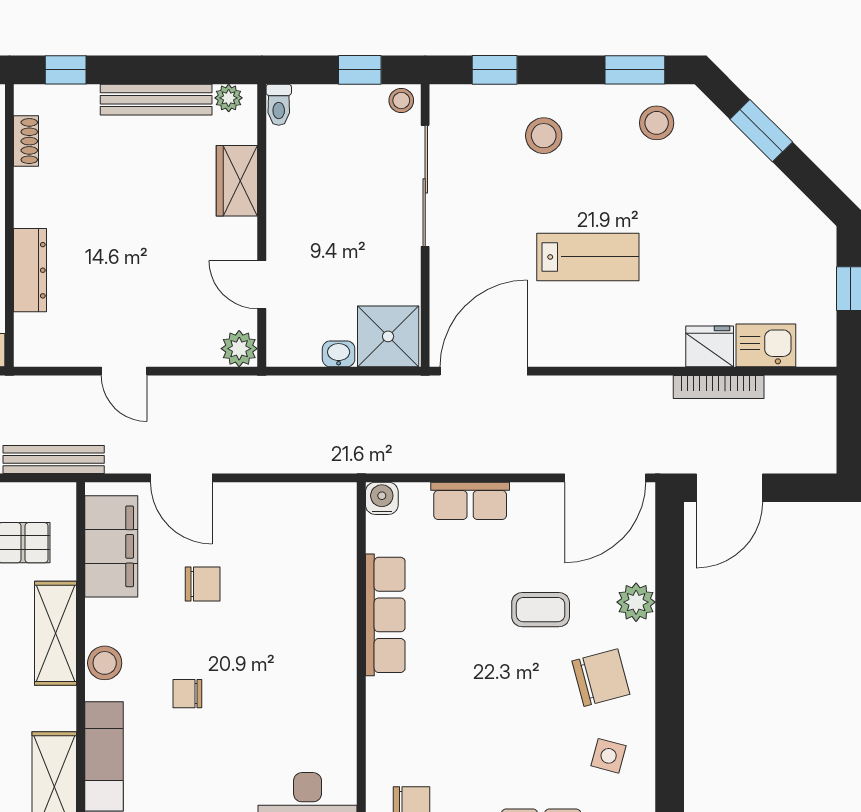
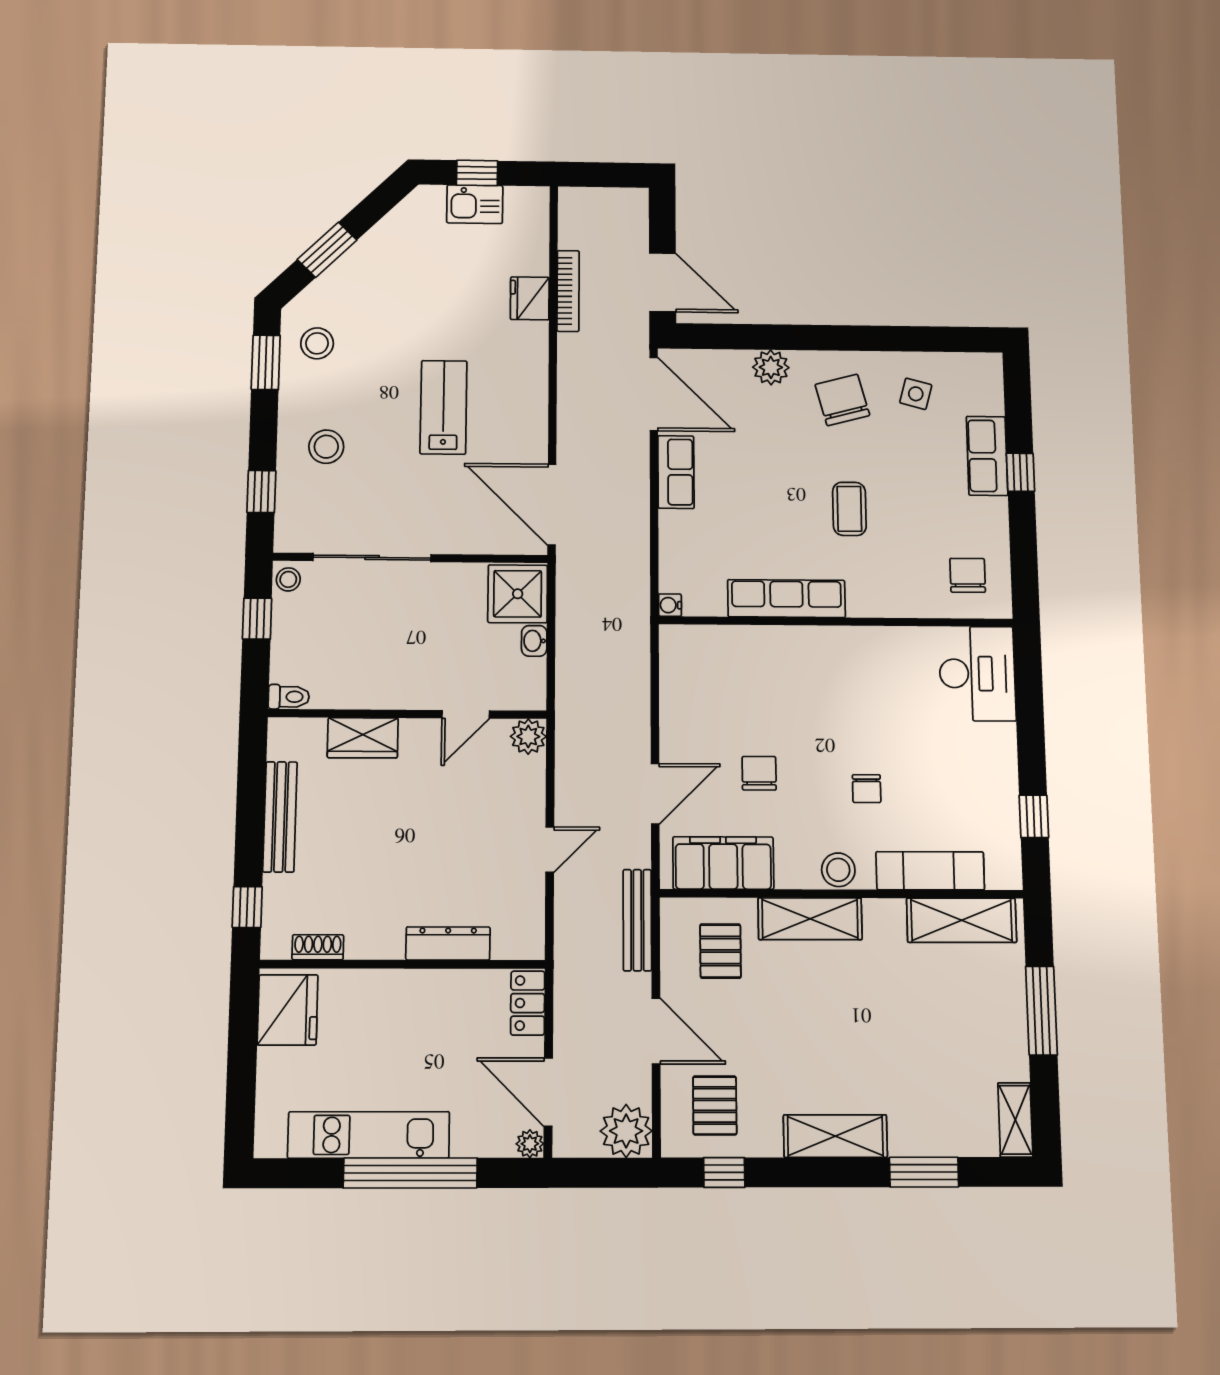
plant: (229, 98) -> (281, 746), removed
kitchen sink: (766, 345) -> (475, 204), moved, turned -90
water cooler: (382, 498) -> (670, 605), width x0.72, depth x0.72
row of seats: (470, 501) -> (676, 472), moved
coffee table: (541, 610) -> (849, 509), moved

